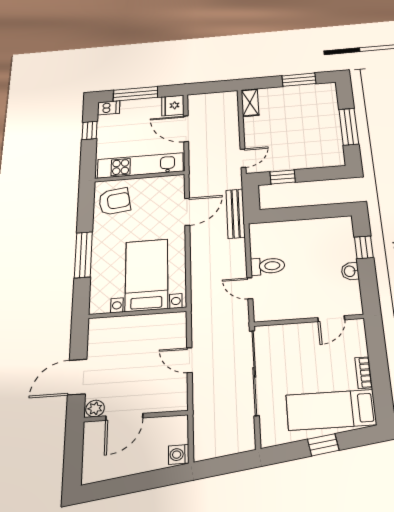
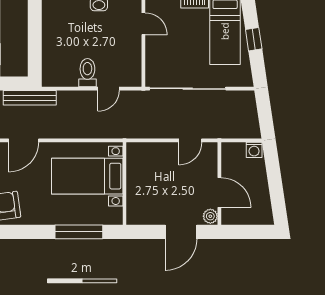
door: (187, 212) -> (24, 140), swing flipped
window: (83, 255) -> (79, 232), moved
door: (189, 360) -> (190, 140), moved
door: (77, 377) -> (181, 232), hinge flipped

